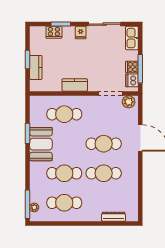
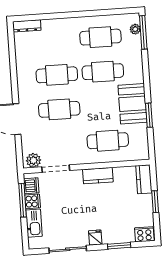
cooker: (54, 32) -> (144, 234), moved
kitchen sink: (132, 38) -> (34, 223), moved
kitchen counter: (36, 67) -> (144, 179), moved
dresser: (114, 217) -> (27, 26), moved

